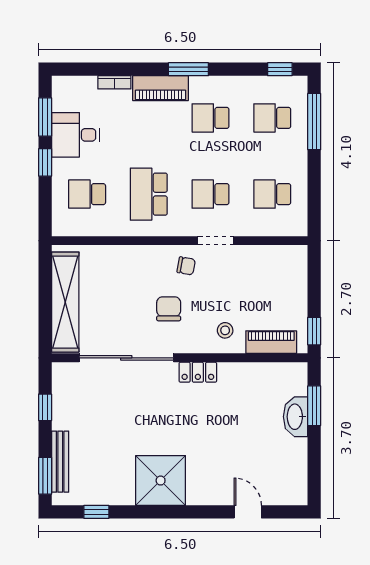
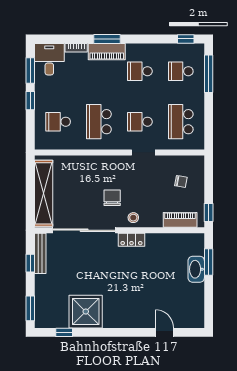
window: (188, 69) -> (107, 39), moved
desk: (76, 135) -> (49, 59), moved, turned 90
school desk: (272, 194) -> (181, 122), width x1.85
chair: (186, 266) -> (181, 181), moved
stool: (225, 330) -> (133, 218), moved
bench: (60, 462) -> (40, 253), moved
shower: (161, 481) -> (86, 312), moved

